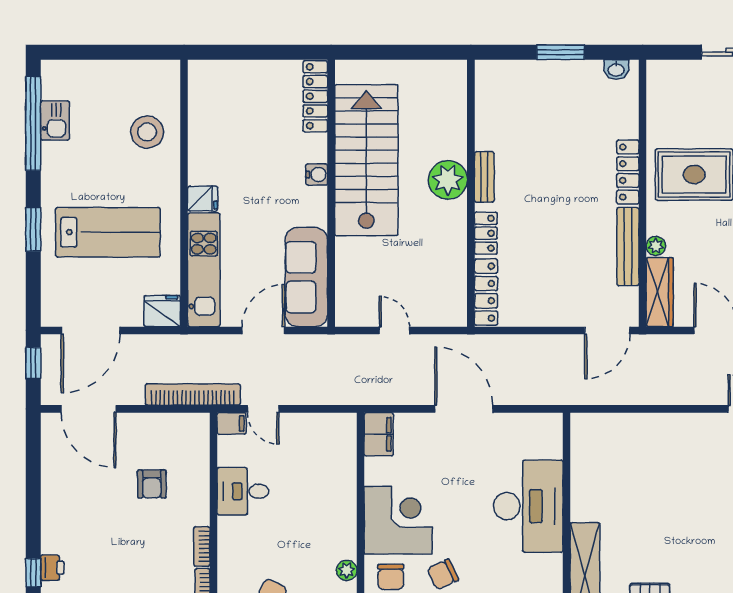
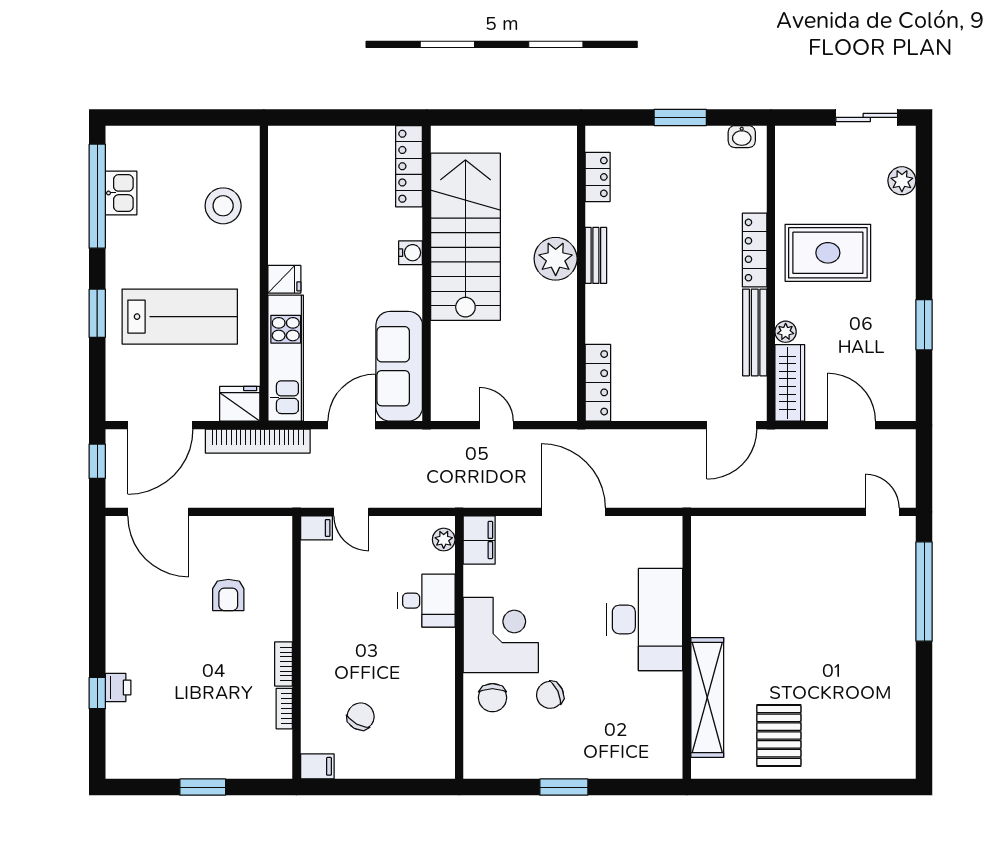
locker: (486, 233) -> (598, 177), moved
bookcase: (193, 394) -> (258, 441), moved, turned 180
desk: (243, 491) -> (427, 601), moved, turned 180
plant: (347, 570) -> (444, 540), moved

